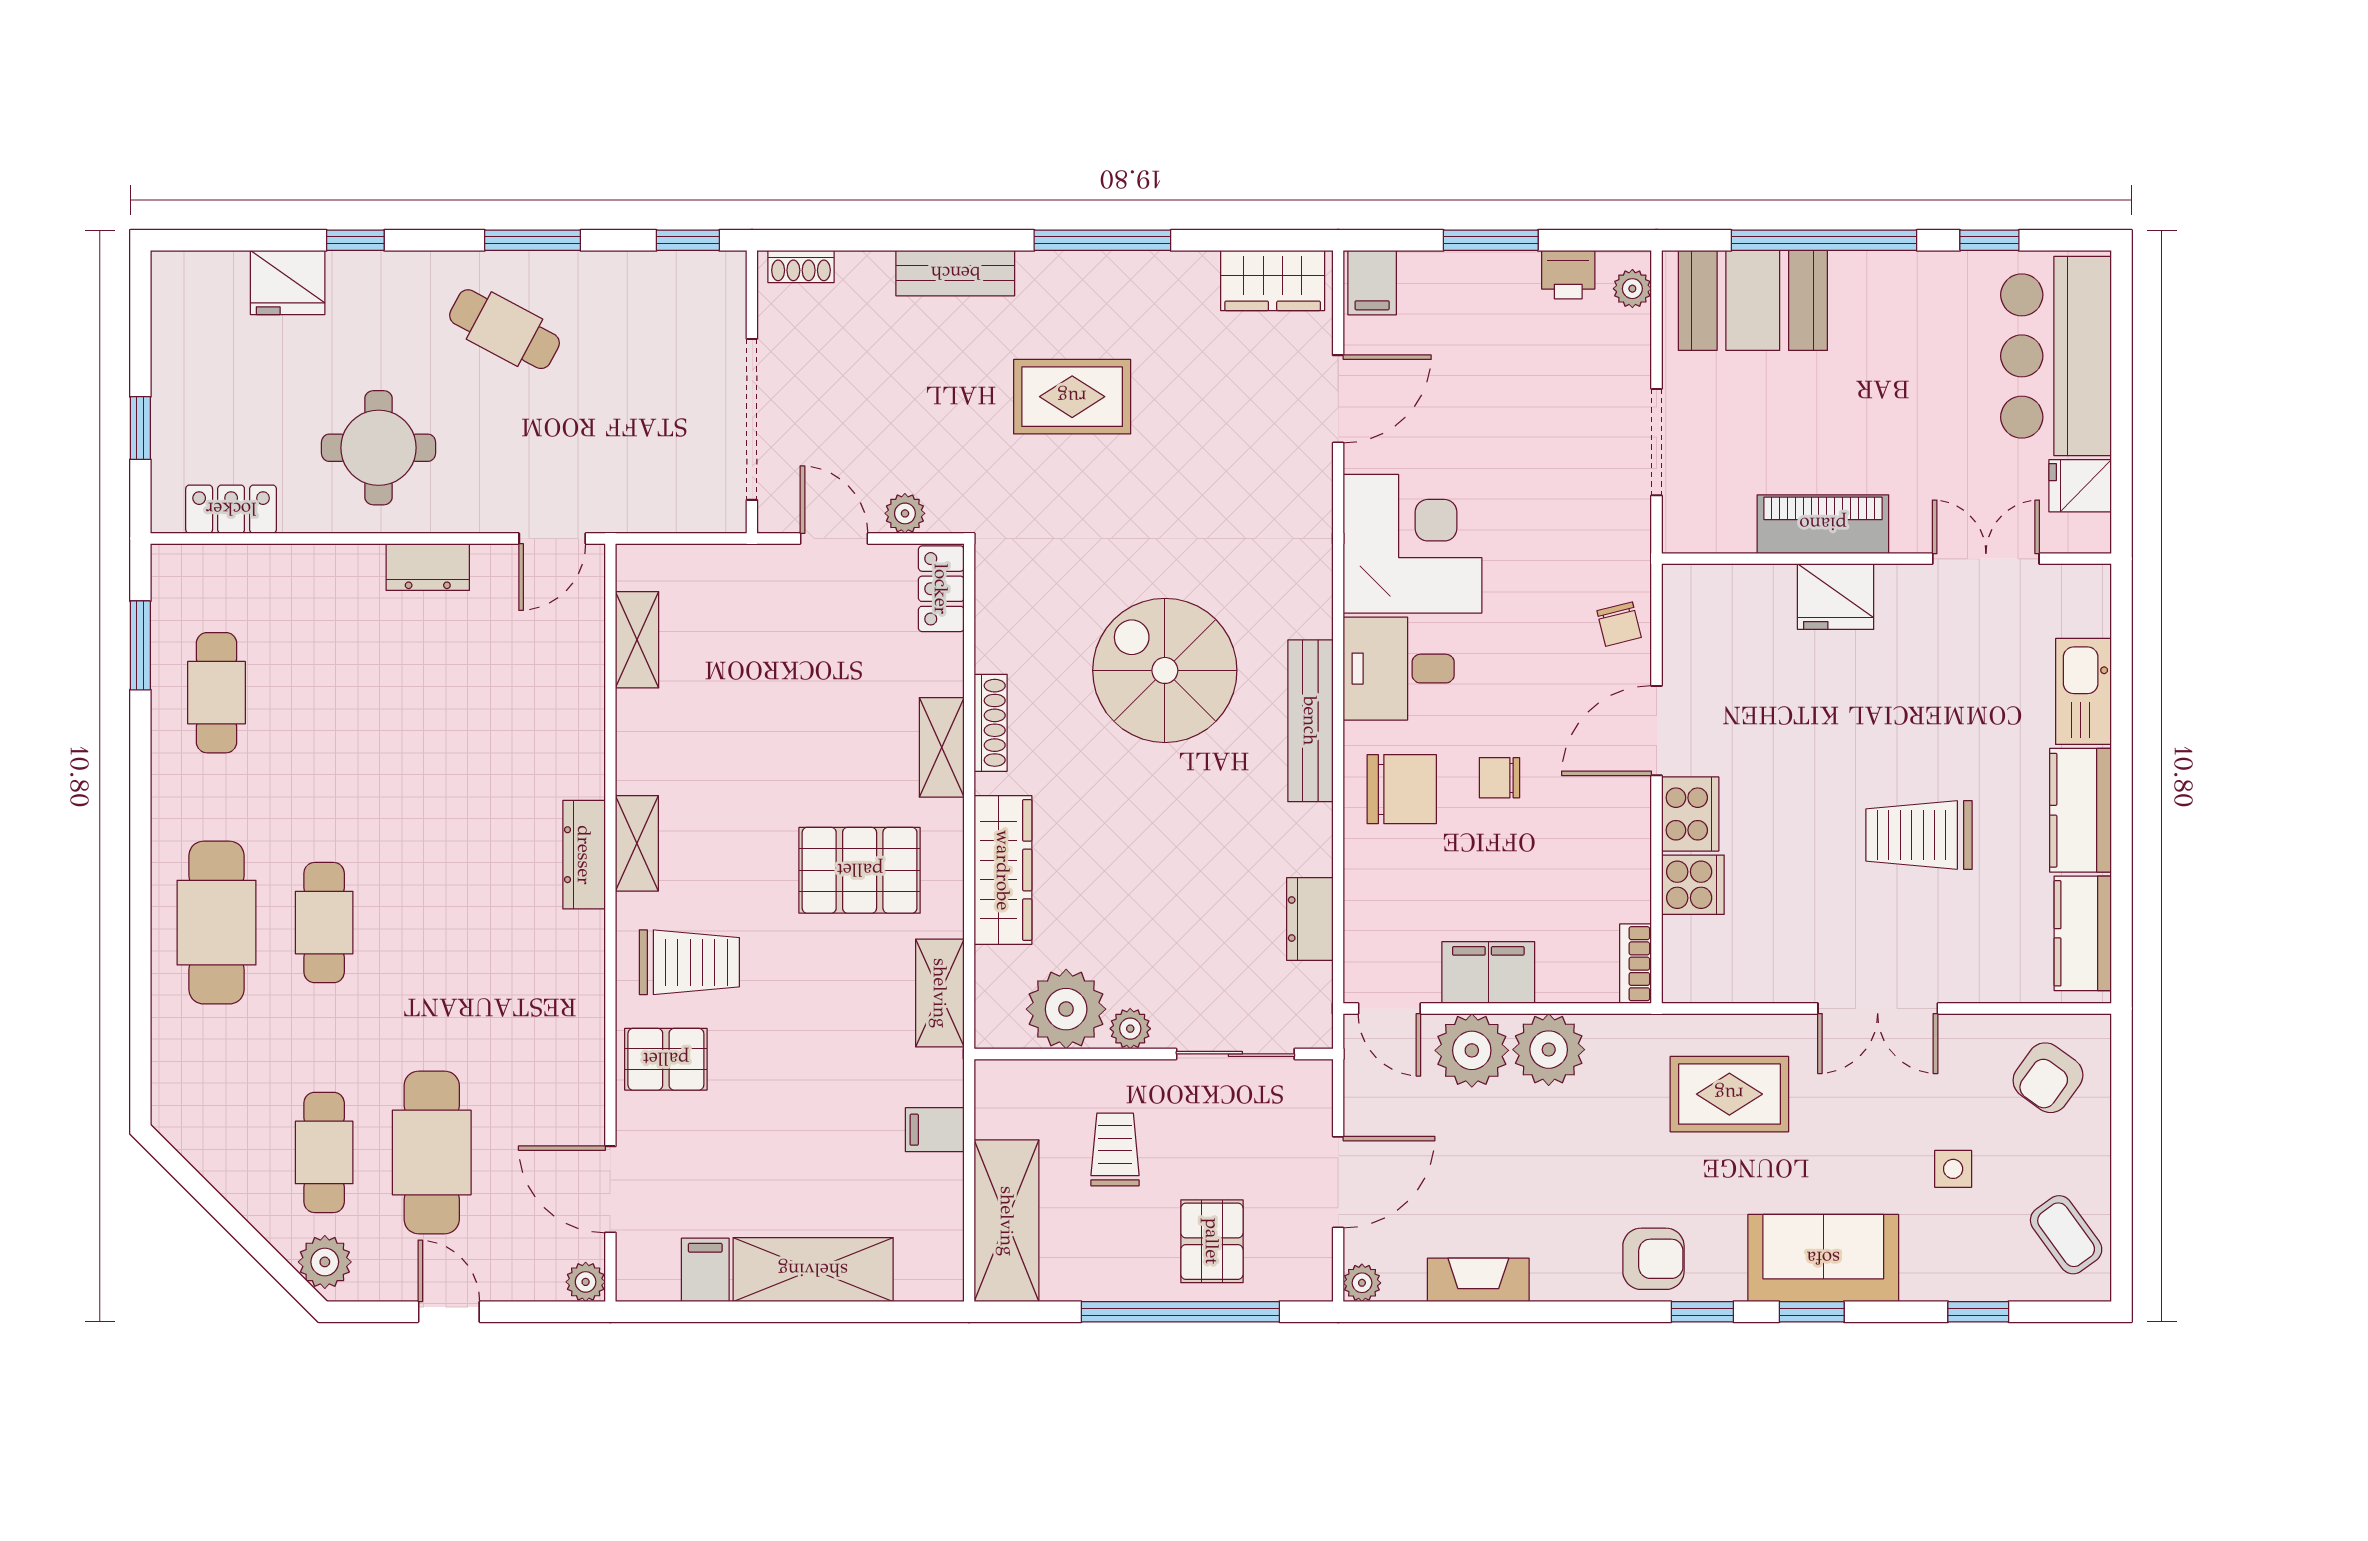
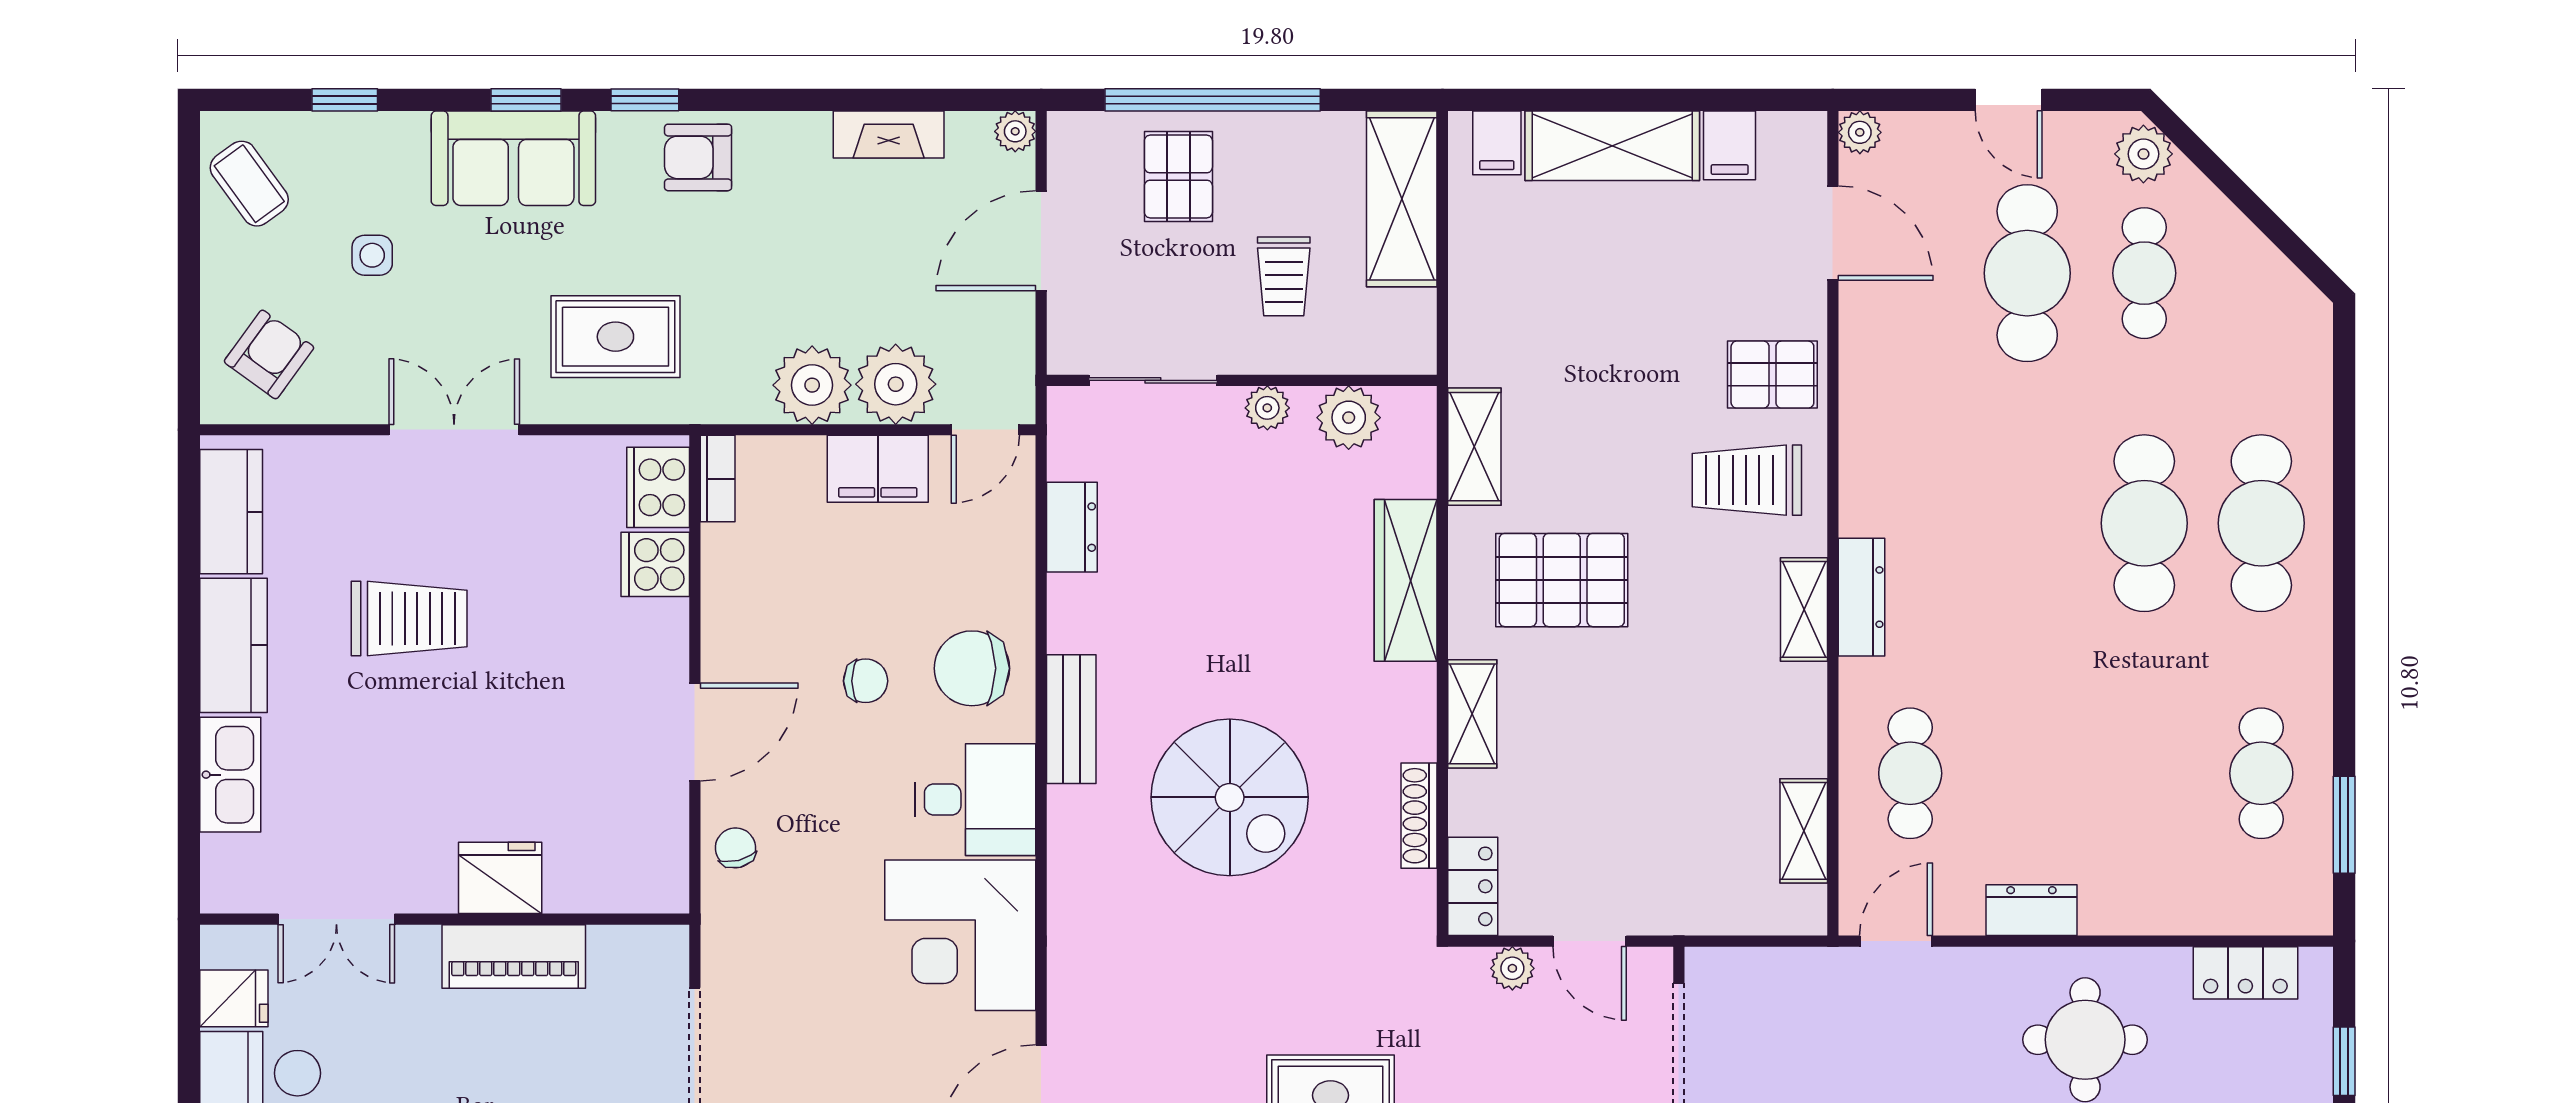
cafe table: (539, 693) -> (1910, 773), added
bench: (1310, 721) -> (1071, 719), width x0.73
shoe rack: (991, 723) -> (1419, 816), moved
cooker: (1690, 814) -> (658, 487), moved
cafe table: (324, 923) -> (2144, 523), width x1.37, depth x1.35
door: (1389, 1008) -> (985, 430), swing flipped
plant: (1066, 1009) -> (1349, 418), width x0.73, depth x0.73
filing cabinet: (935, 1130) -> (1497, 143), moved, turned 90

